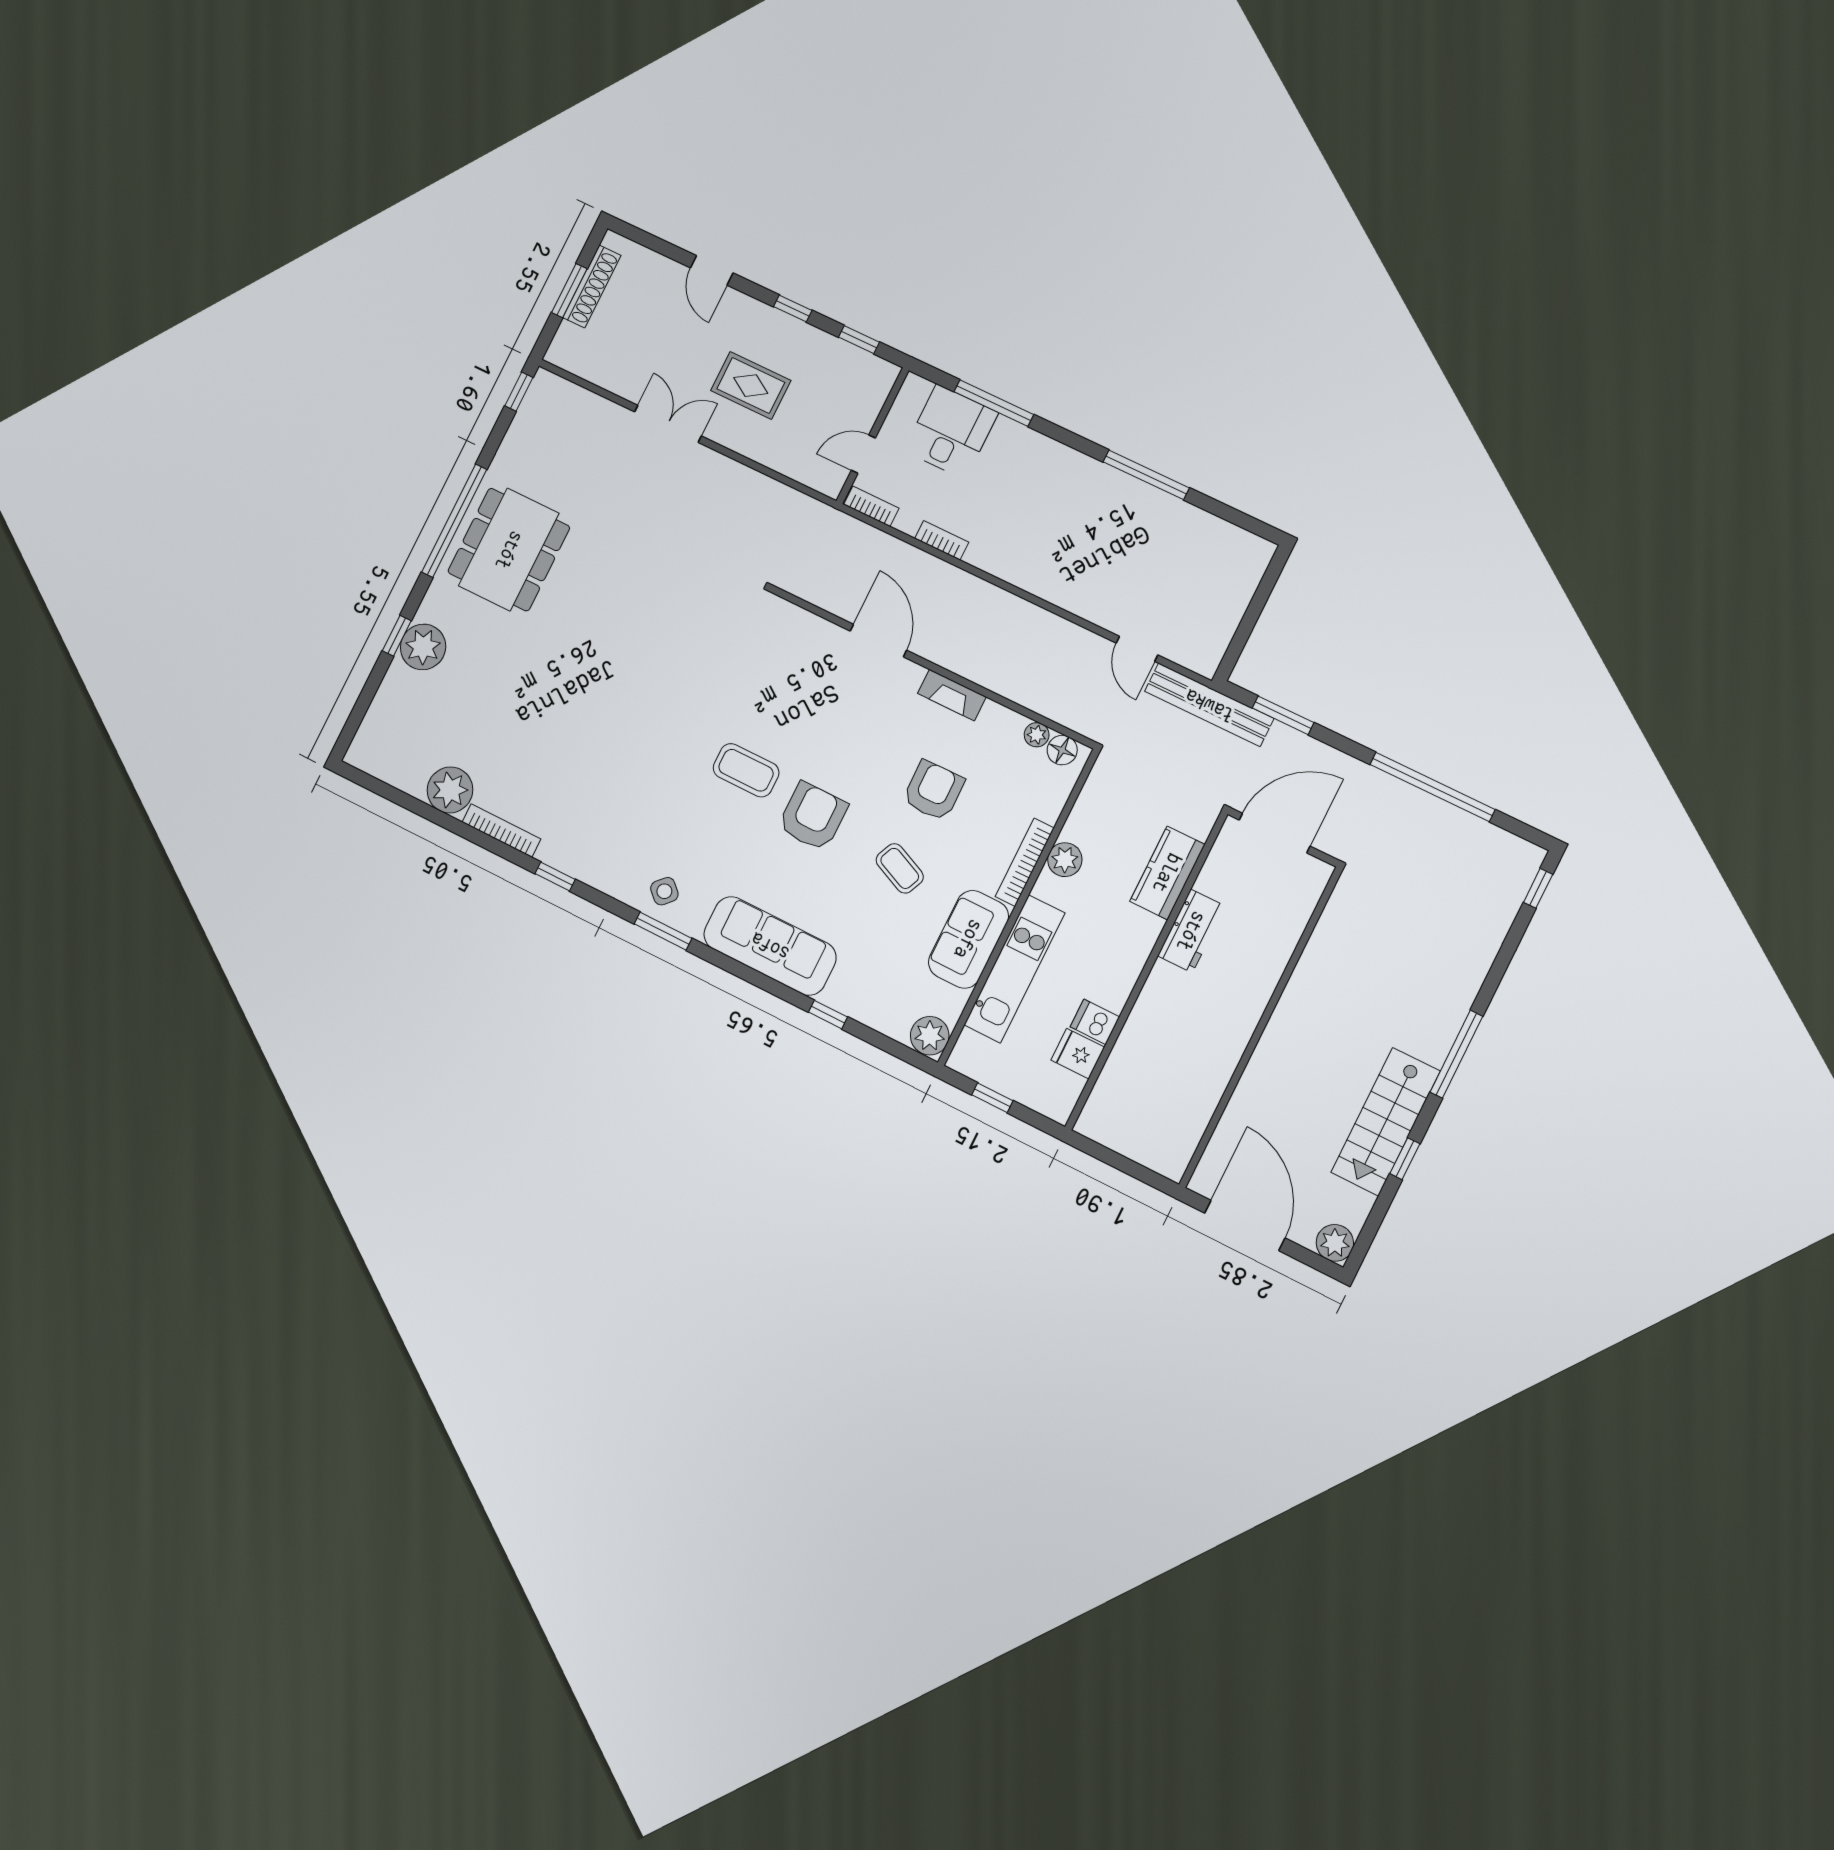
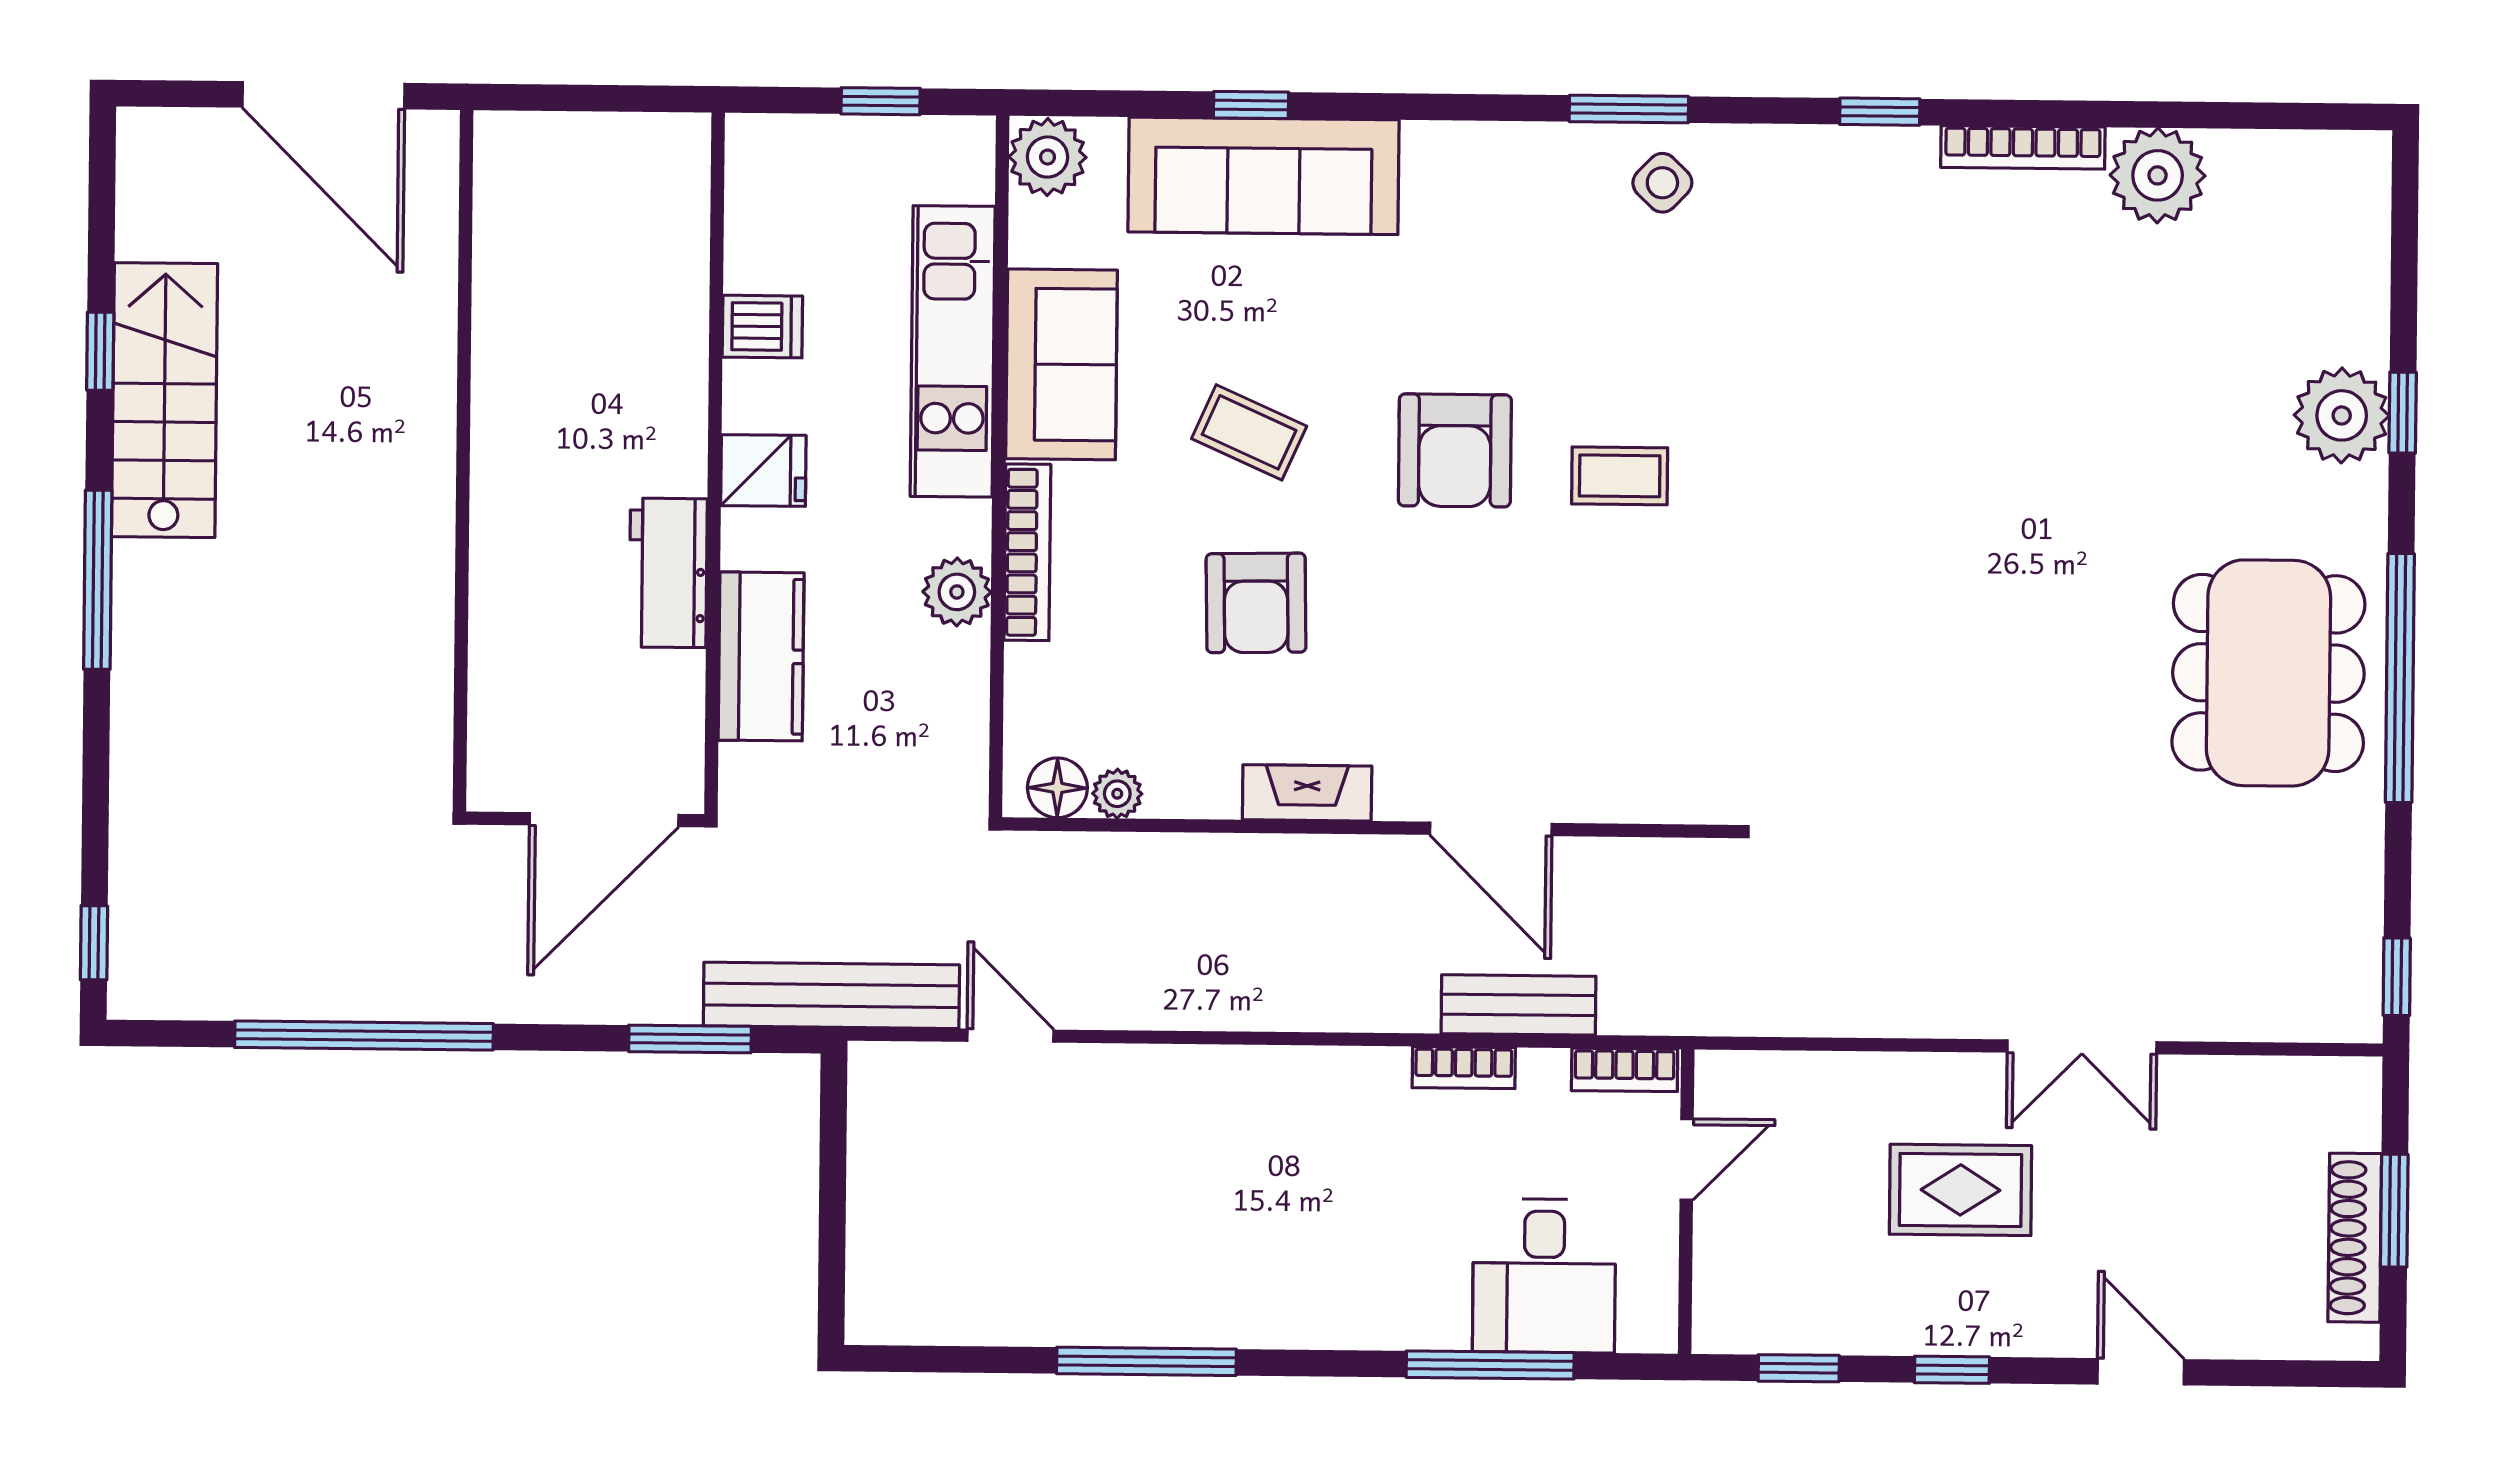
bench: (904, 557) -> (1519, 1005), added
coffee table: (746, 770) -> (1620, 476), width x0.73, depth x0.77
sofa: (770, 946) -> (1264, 176), moved
fridge: (1078, 1054) -> (763, 470), moved
plant: (1335, 1243) -> (152, 143), removed

